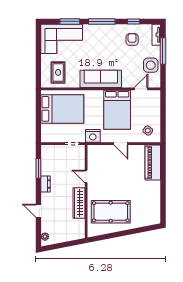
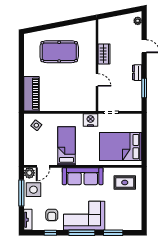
corner sofa: (62, 39) -> (84, 216), moved
window: (163, 51) -> (21, 193), moved
rug: (58, 72) -> (125, 183), turned 90
plant: (155, 82) -> (29, 173), added
bed: (117, 110) -> (67, 146), width x0.67
door: (121, 144) -> (63, 112), removed
wardrobe: (79, 203) -> (104, 54), width x0.67
pool table: (111, 212) -> (59, 52), moved

